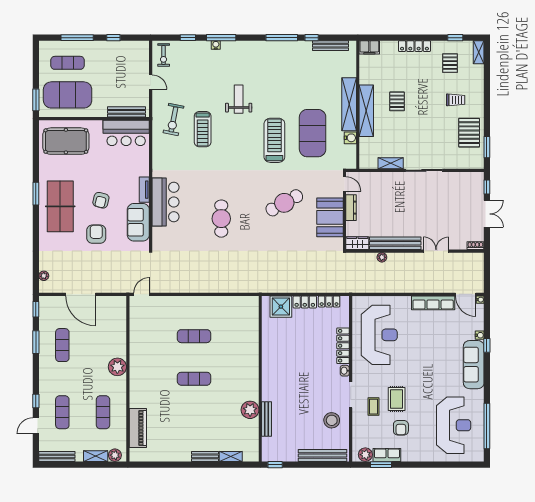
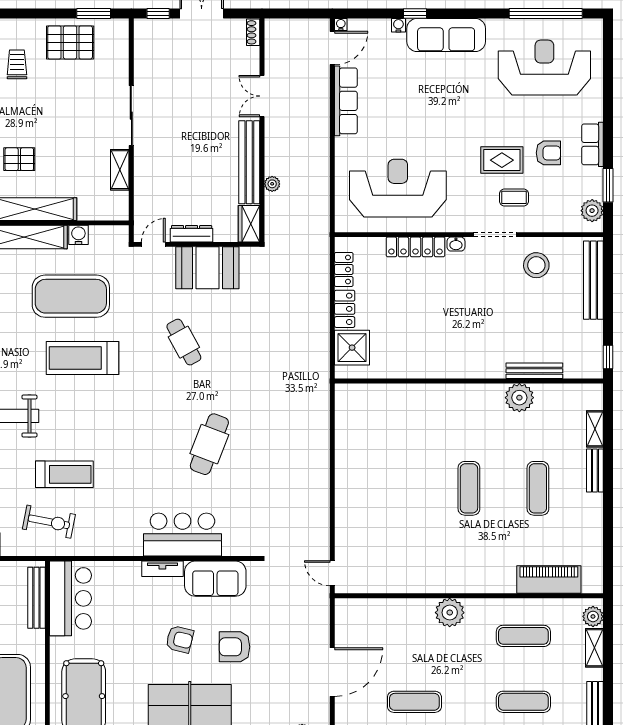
cafe table: (284, 203) -> (184, 342), width x0.73, depth x0.74
cafe table: (221, 219) -> (209, 444), turned -69
exercise mat: (194, 336) -> (538, 488), moved
row of seats: (387, 455) -> (593, 144), moved

